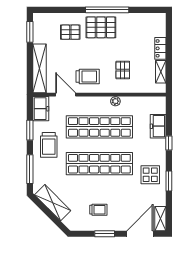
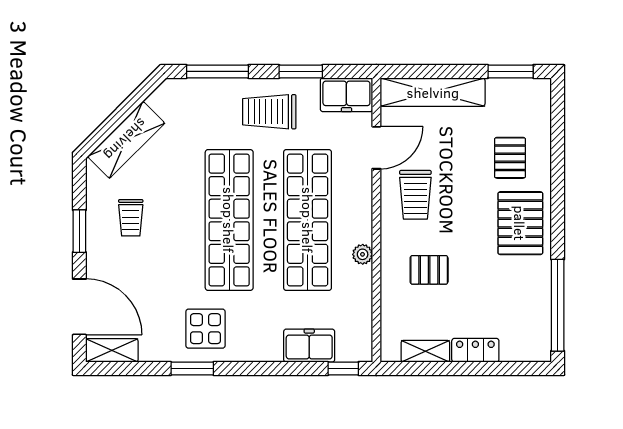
window: (107, 10) -> (558, 305), moved
window: (169, 143) -> (343, 368), moved
shelving: (53, 203) -> (126, 140), moved

